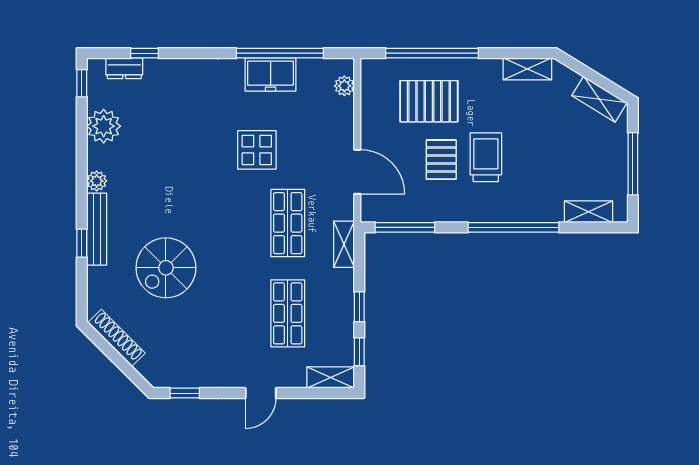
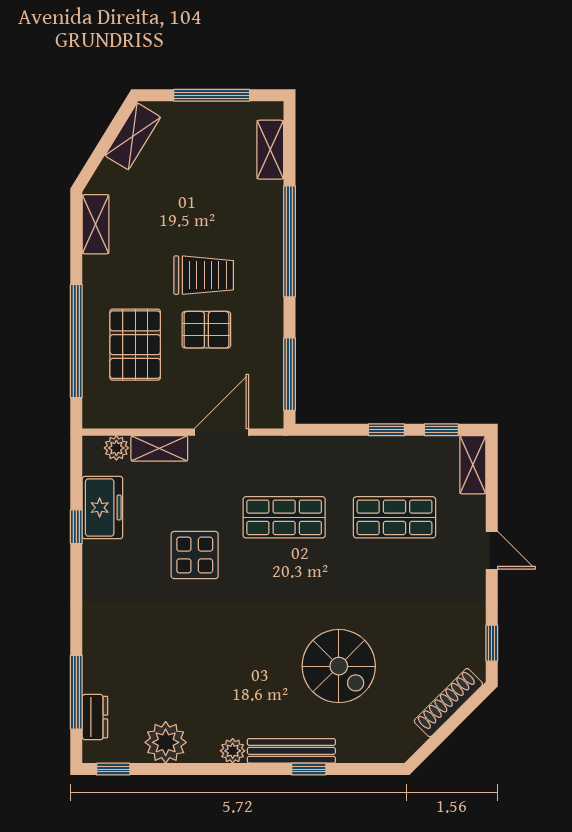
window: (144, 53) -> (76, 692), width x2.17
window: (280, 53) -> (76, 527), width x0.32
freezer: (271, 74) -> (102, 508), moved
trolley: (486, 157) -> (204, 275), turned 180
shelving: (344, 244) -> (159, 448), moved
shoe rack: (117, 338) -> (448, 703), moved

